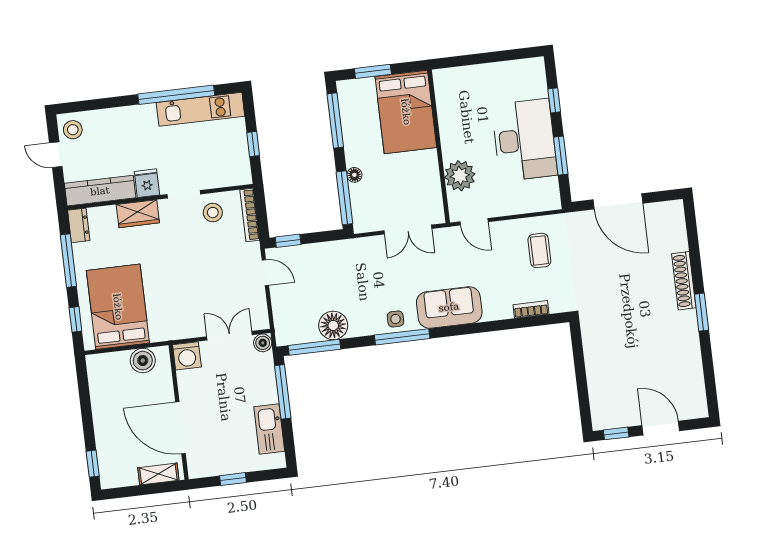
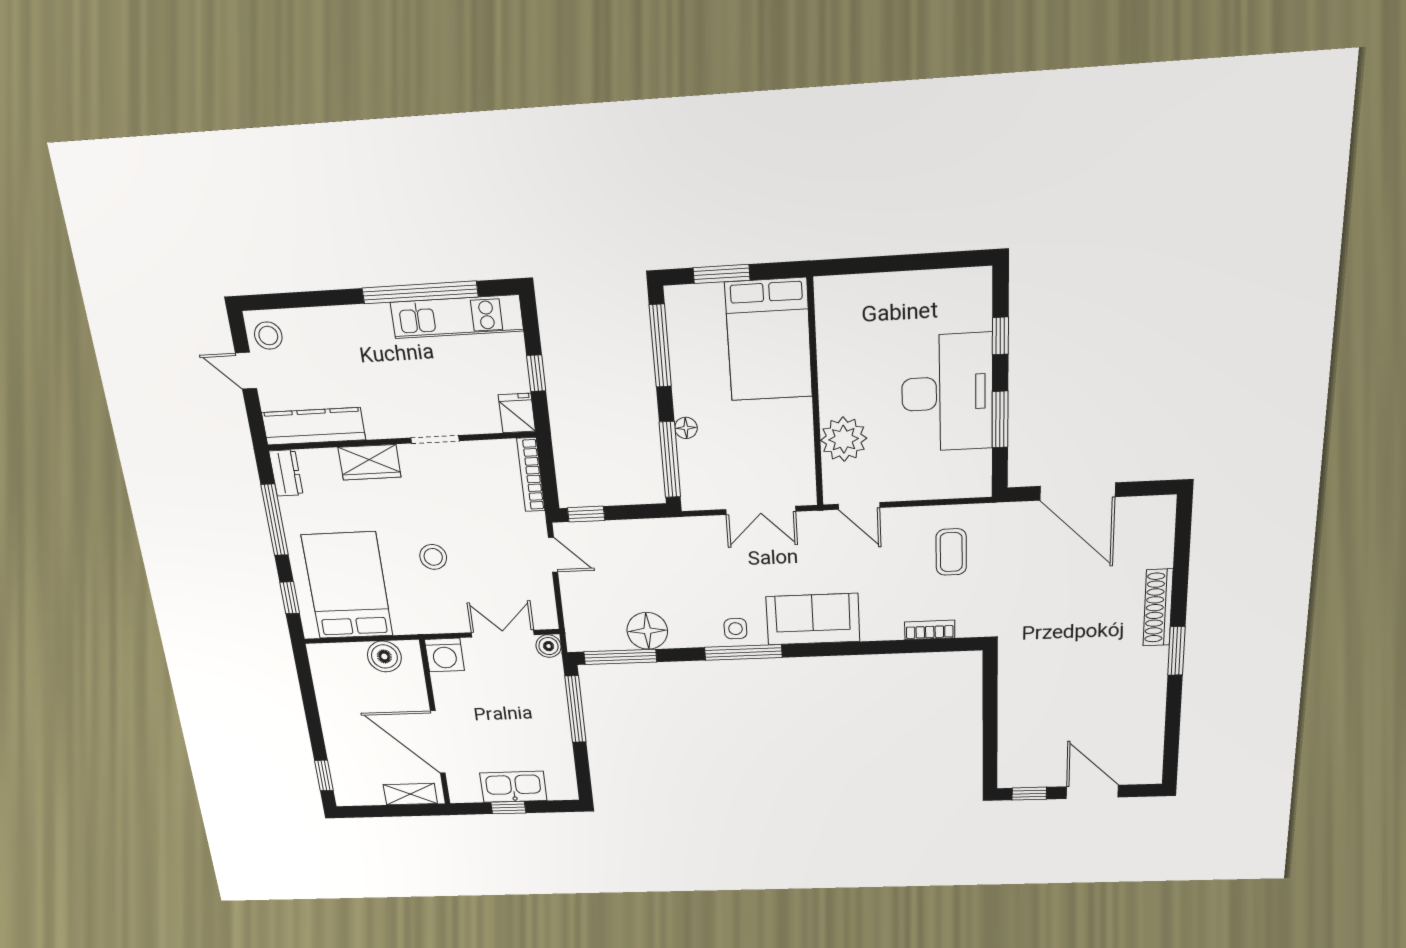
fridge: (147, 183) -> (517, 413), moved
stool: (213, 213) -> (433, 557), moved
kitchen sink: (269, 429) -> (513, 787), moved, turned 90

